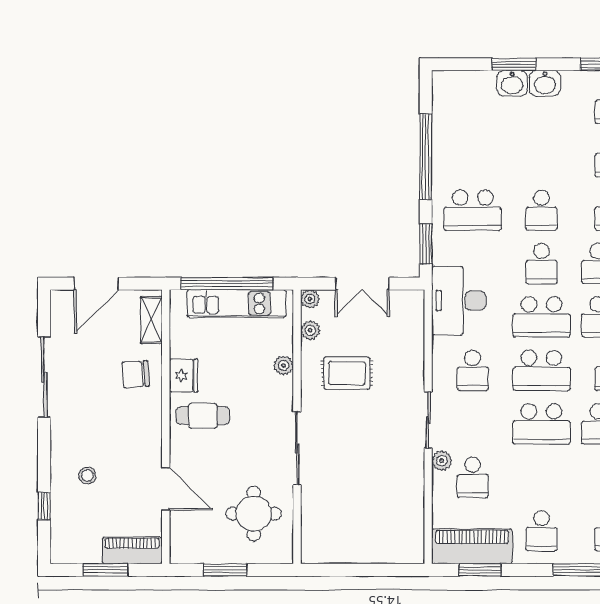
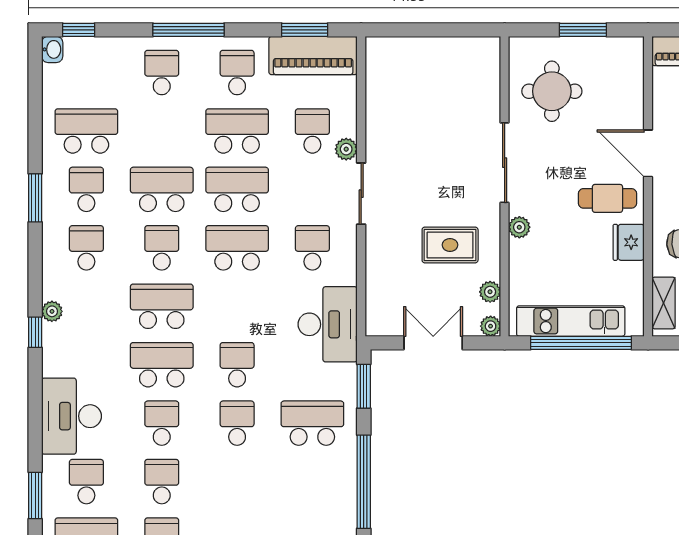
school desk: (542, 317) -> (237, 131), moved
plant: (283, 365) -> (519, 227), moved
door: (166, 489) -> (648, 153), moved

